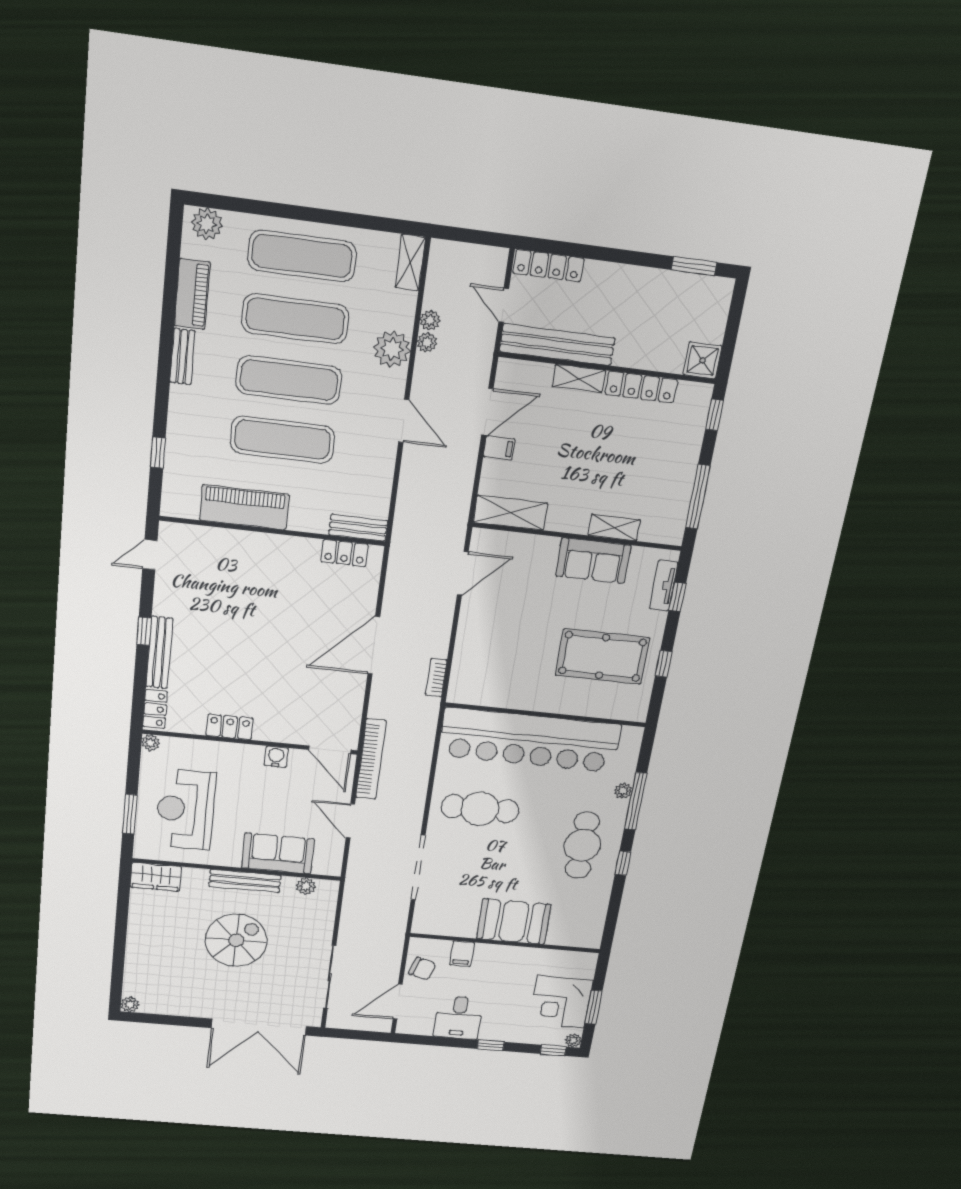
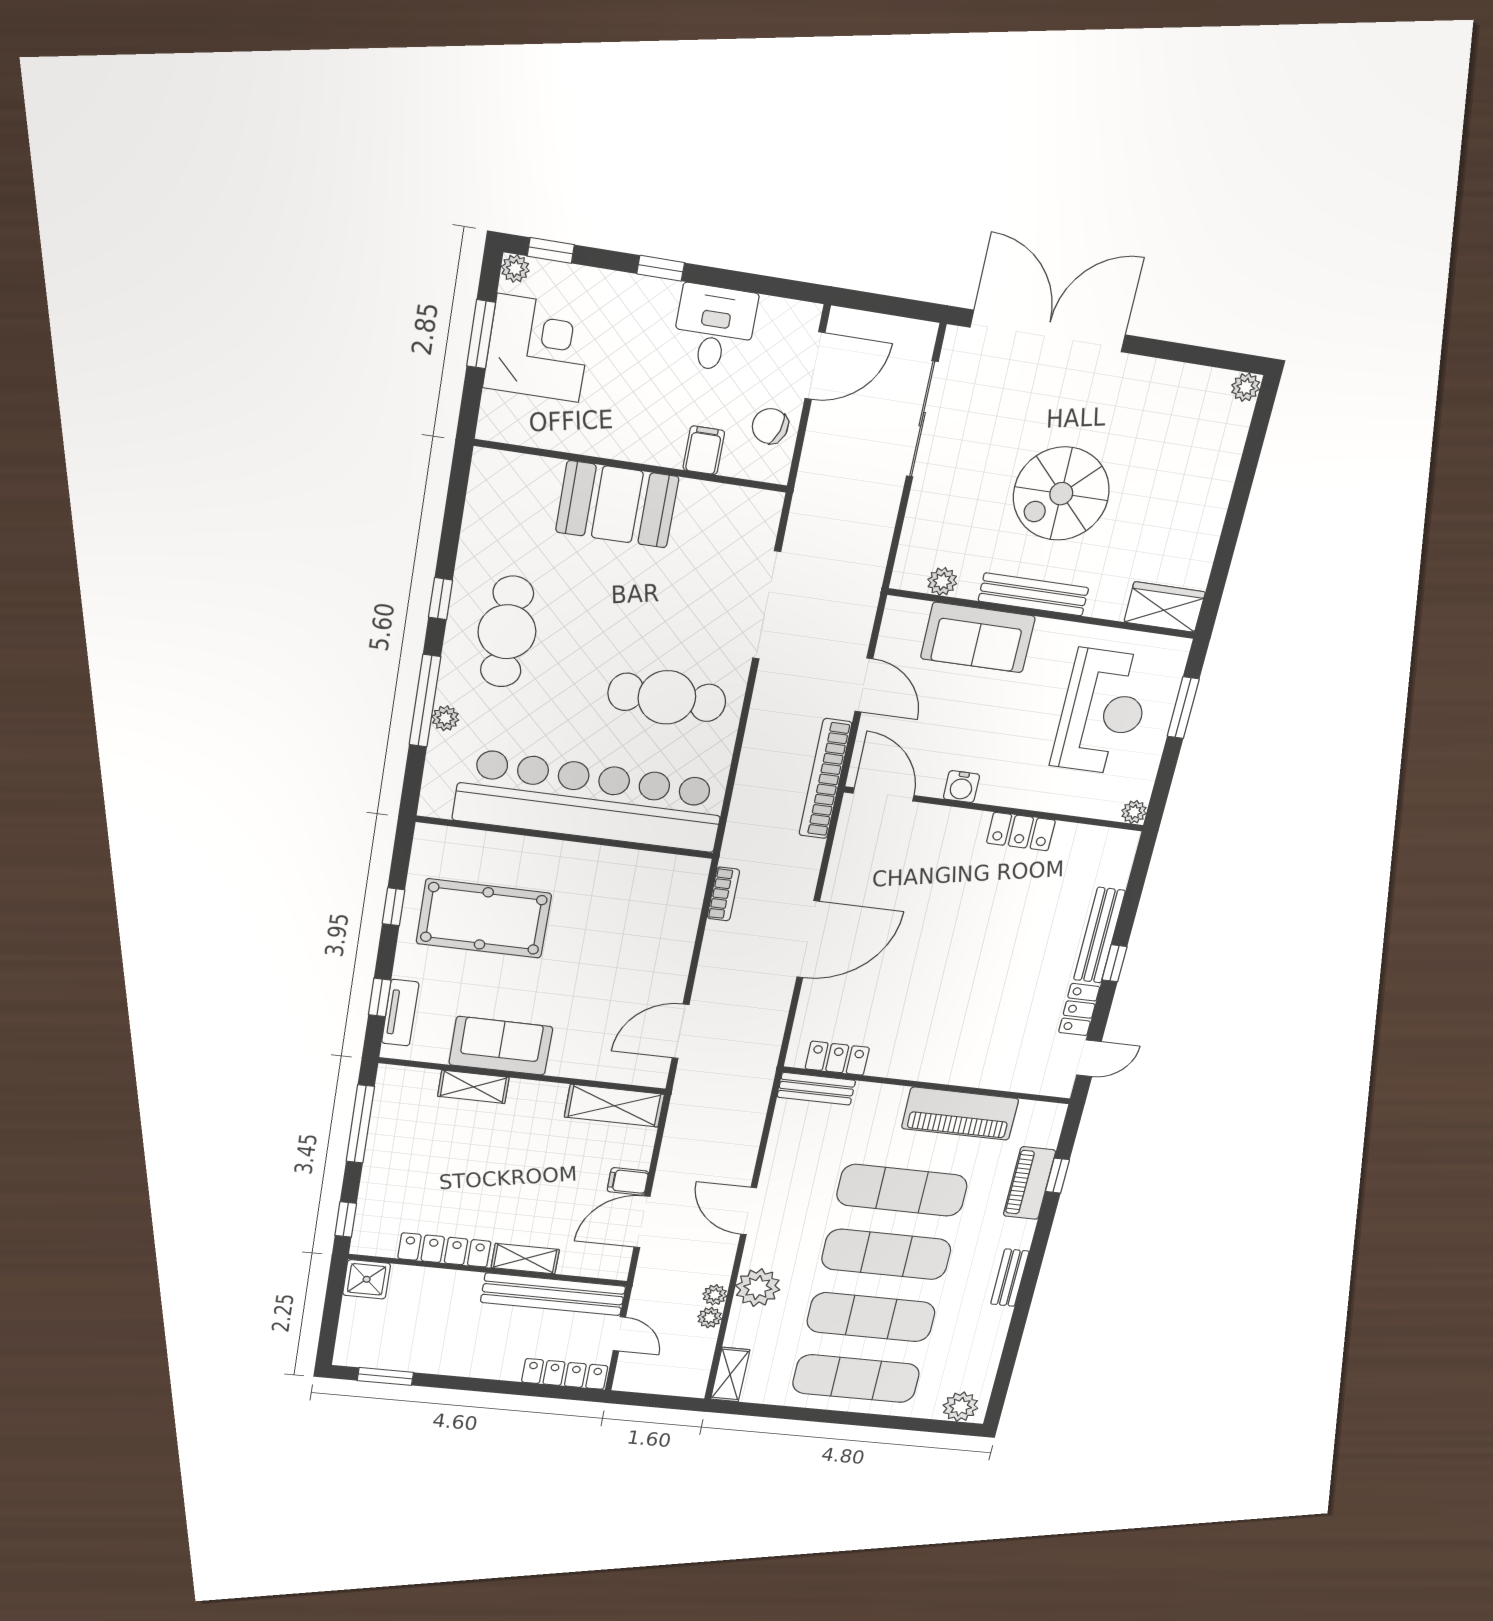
piano: (192, 294) -> (1029, 1183), moved
locker: (155, 709) -> (1079, 1010), moved

